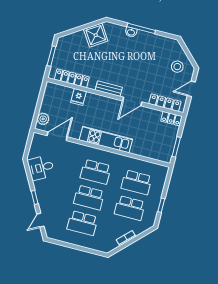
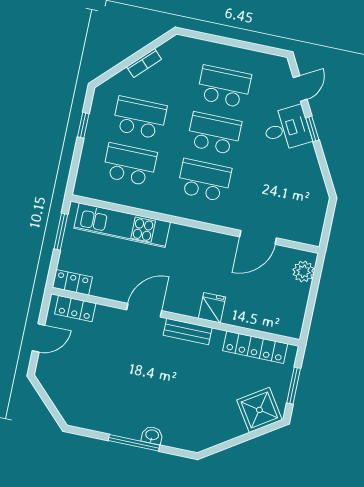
shower: (96, 35) -> (259, 410), moved
stool: (177, 67) -> (66, 377), removed
fridge: (78, 97) -> (212, 308), moved
locker: (165, 103) -> (75, 309), width x0.66
door: (57, 136) -> (258, 237), moved
kitchen unit: (106, 140) -> (122, 225), moved
desk: (41, 168) -> (287, 129), moved

